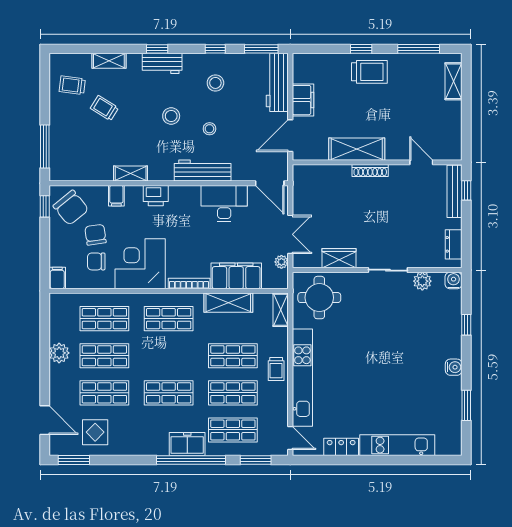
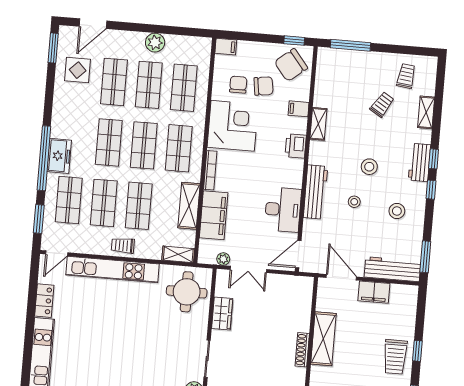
window: (215, 49) -> (431, 190), moved
shop shelf: (169, 356) -> (144, 145), added

